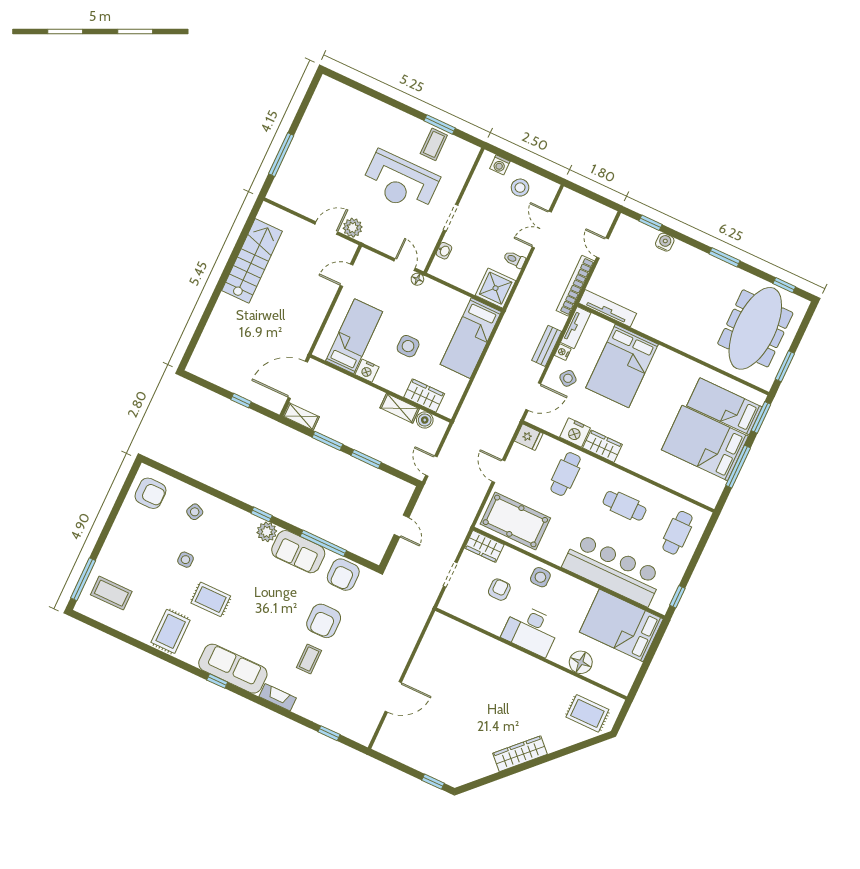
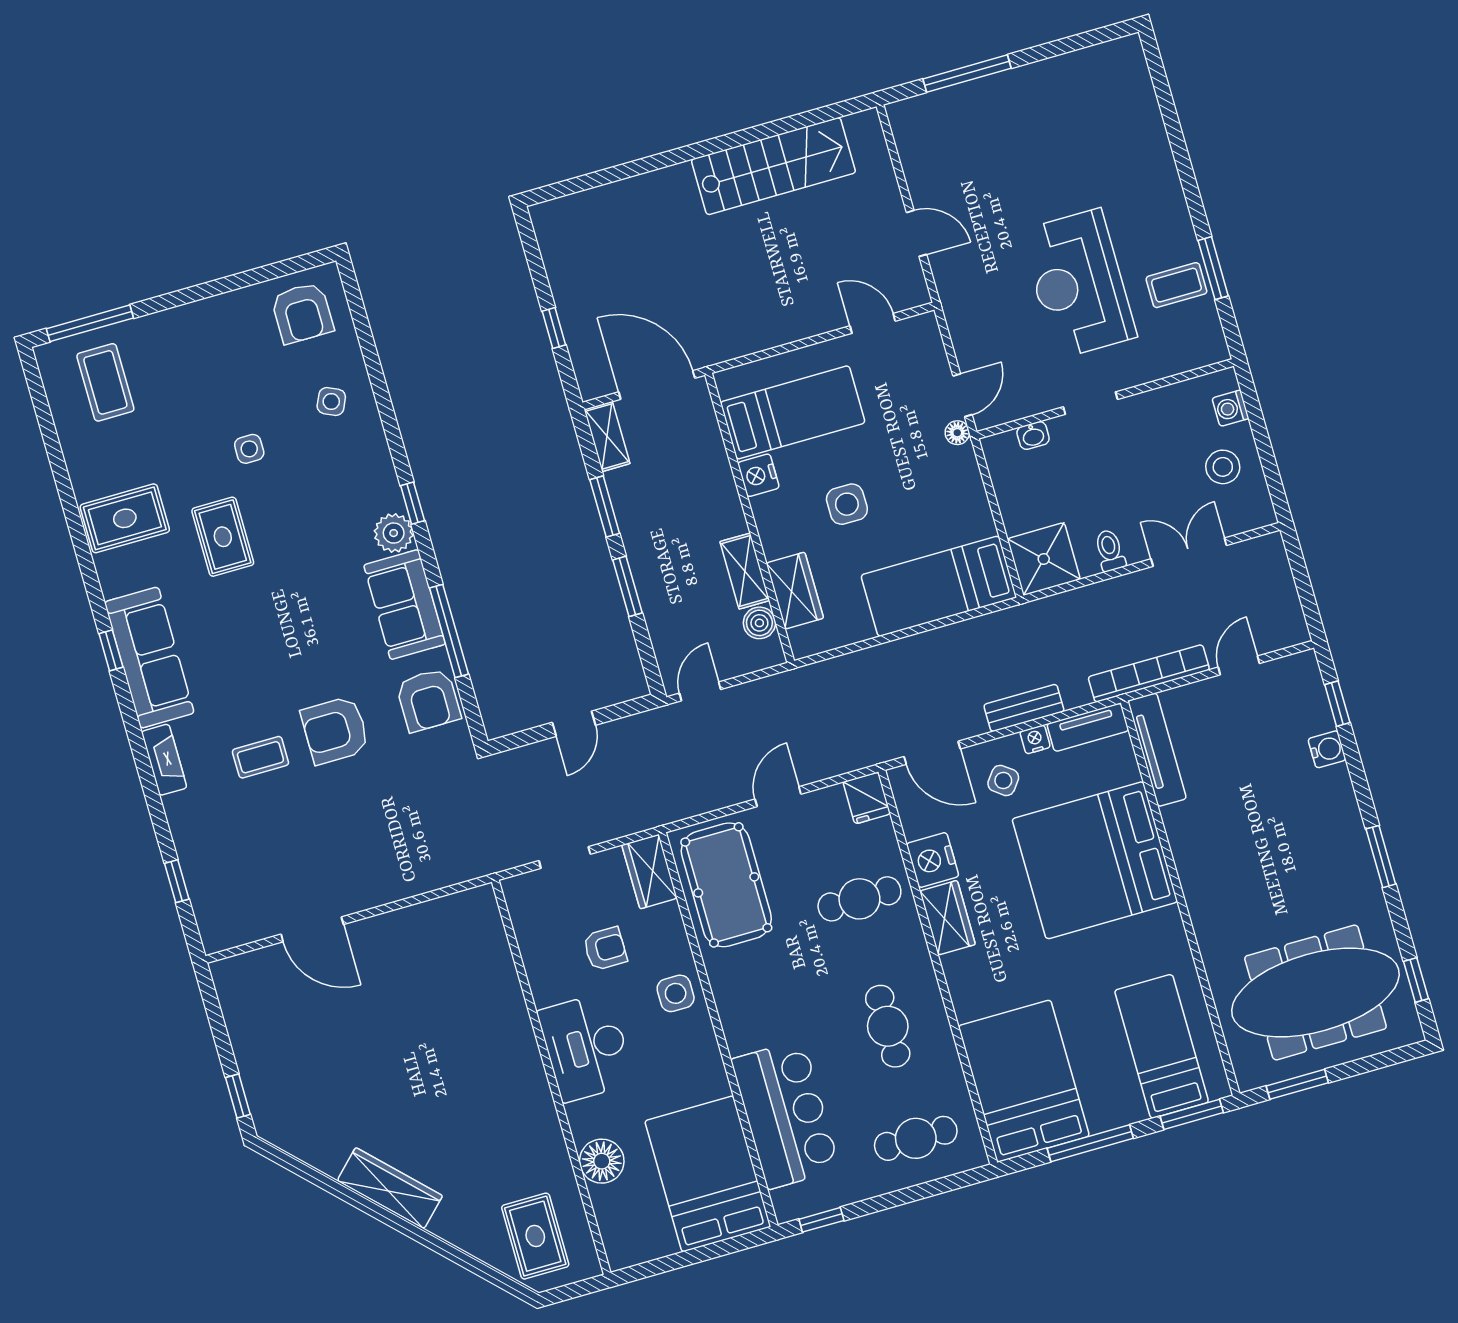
plant: (353, 228) -> (951, 272), removed
bed: (622, 366) -> (1095, 860), width x1.36
bed: (705, 443) -> (1024, 1081), moved
bar counter: (613, 570) -> (785, 1114), width x0.73
armchair: (343, 575) -> (428, 700), turned -90

